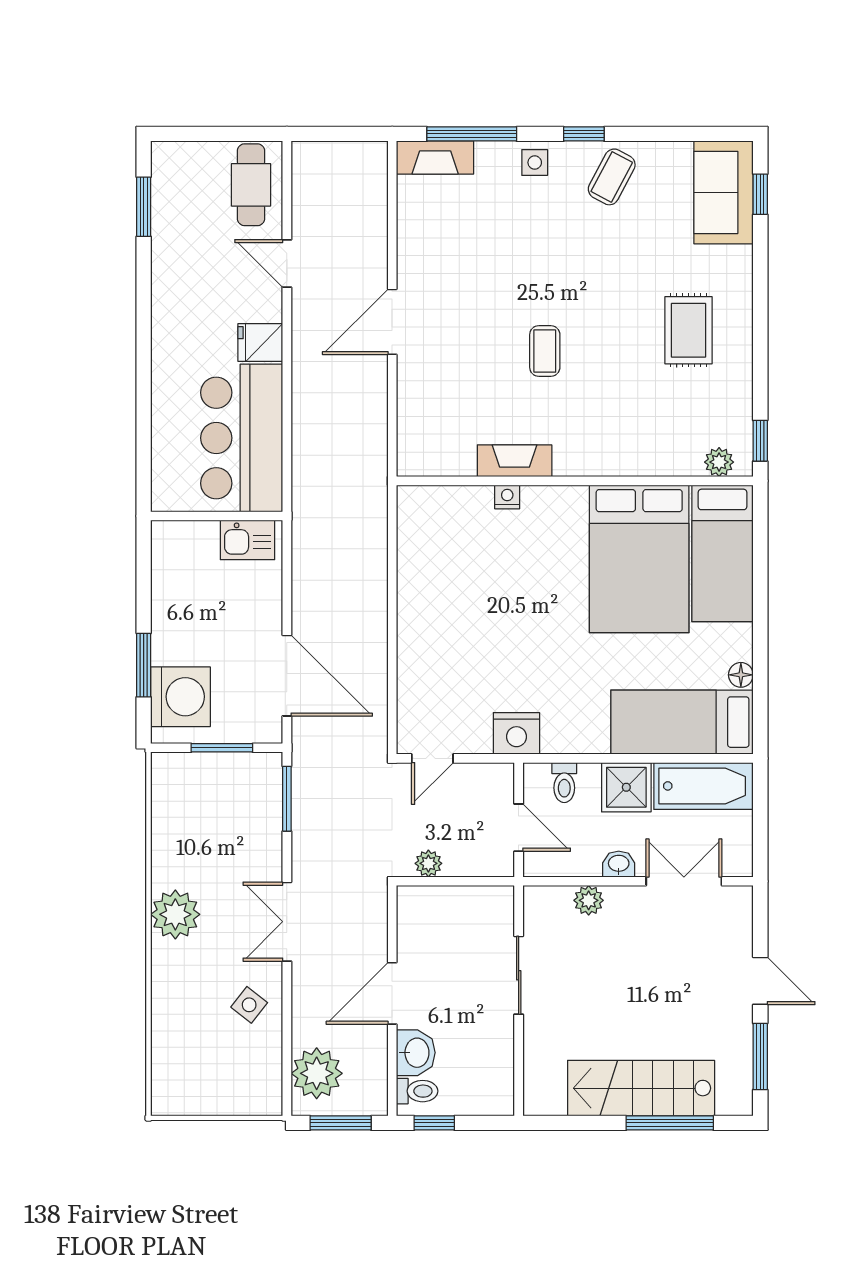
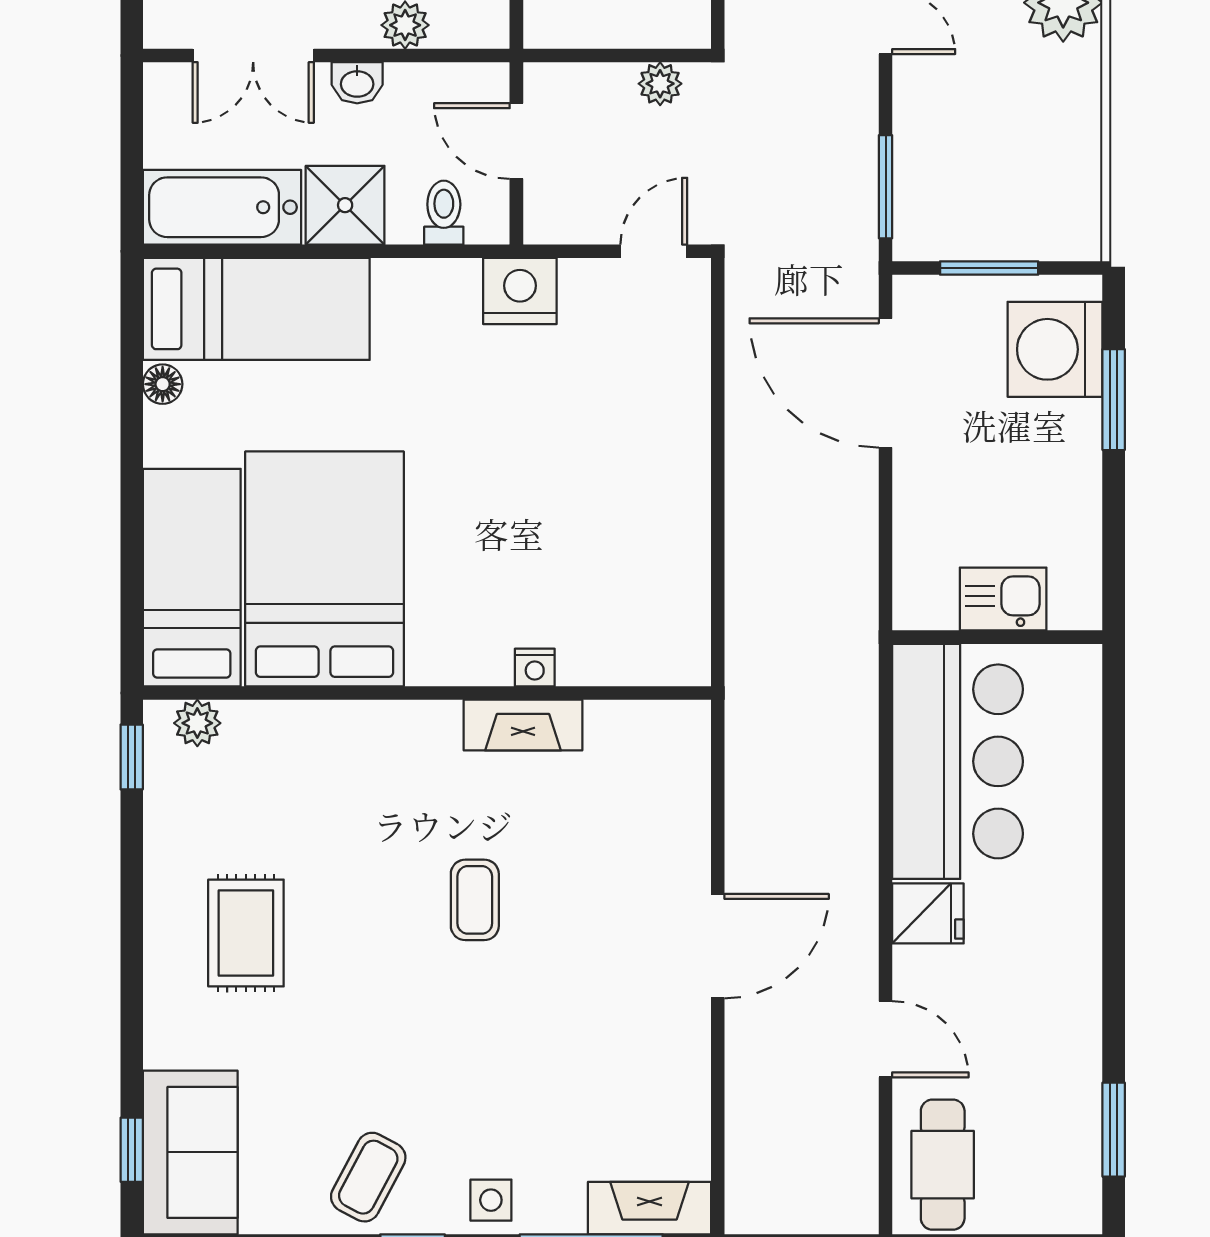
kitchen sink: (247, 540) -> (1003, 599), moved

